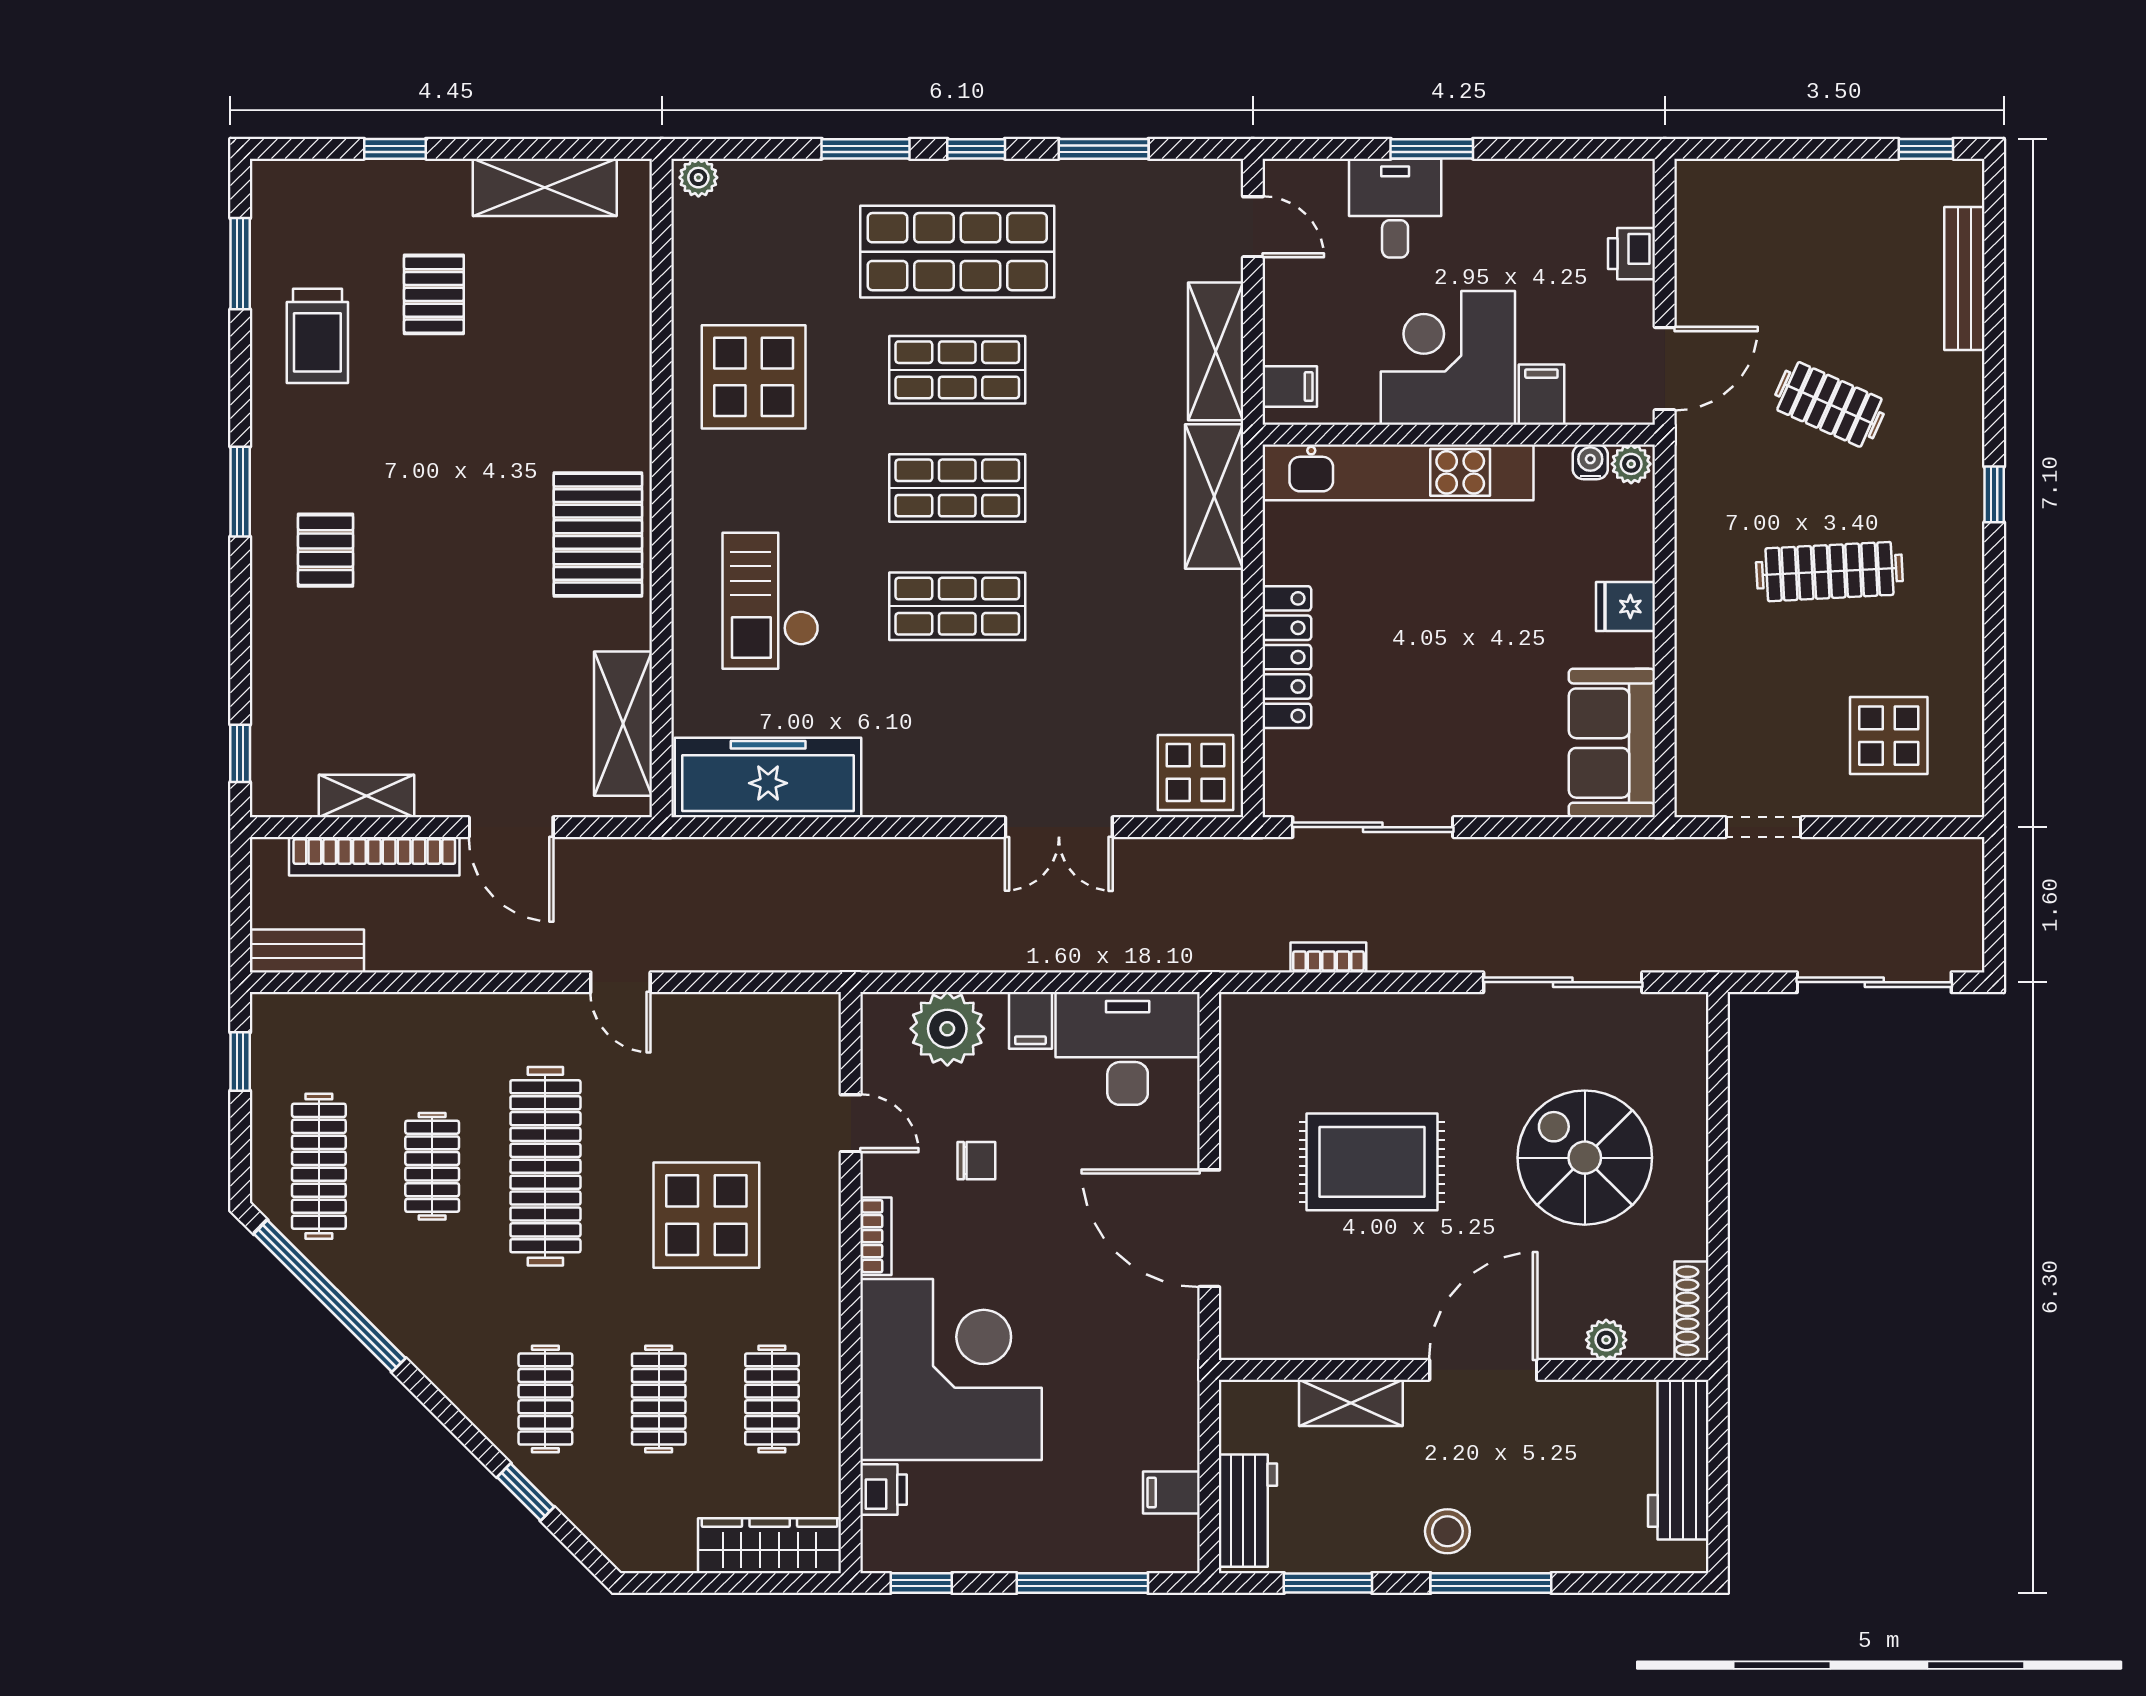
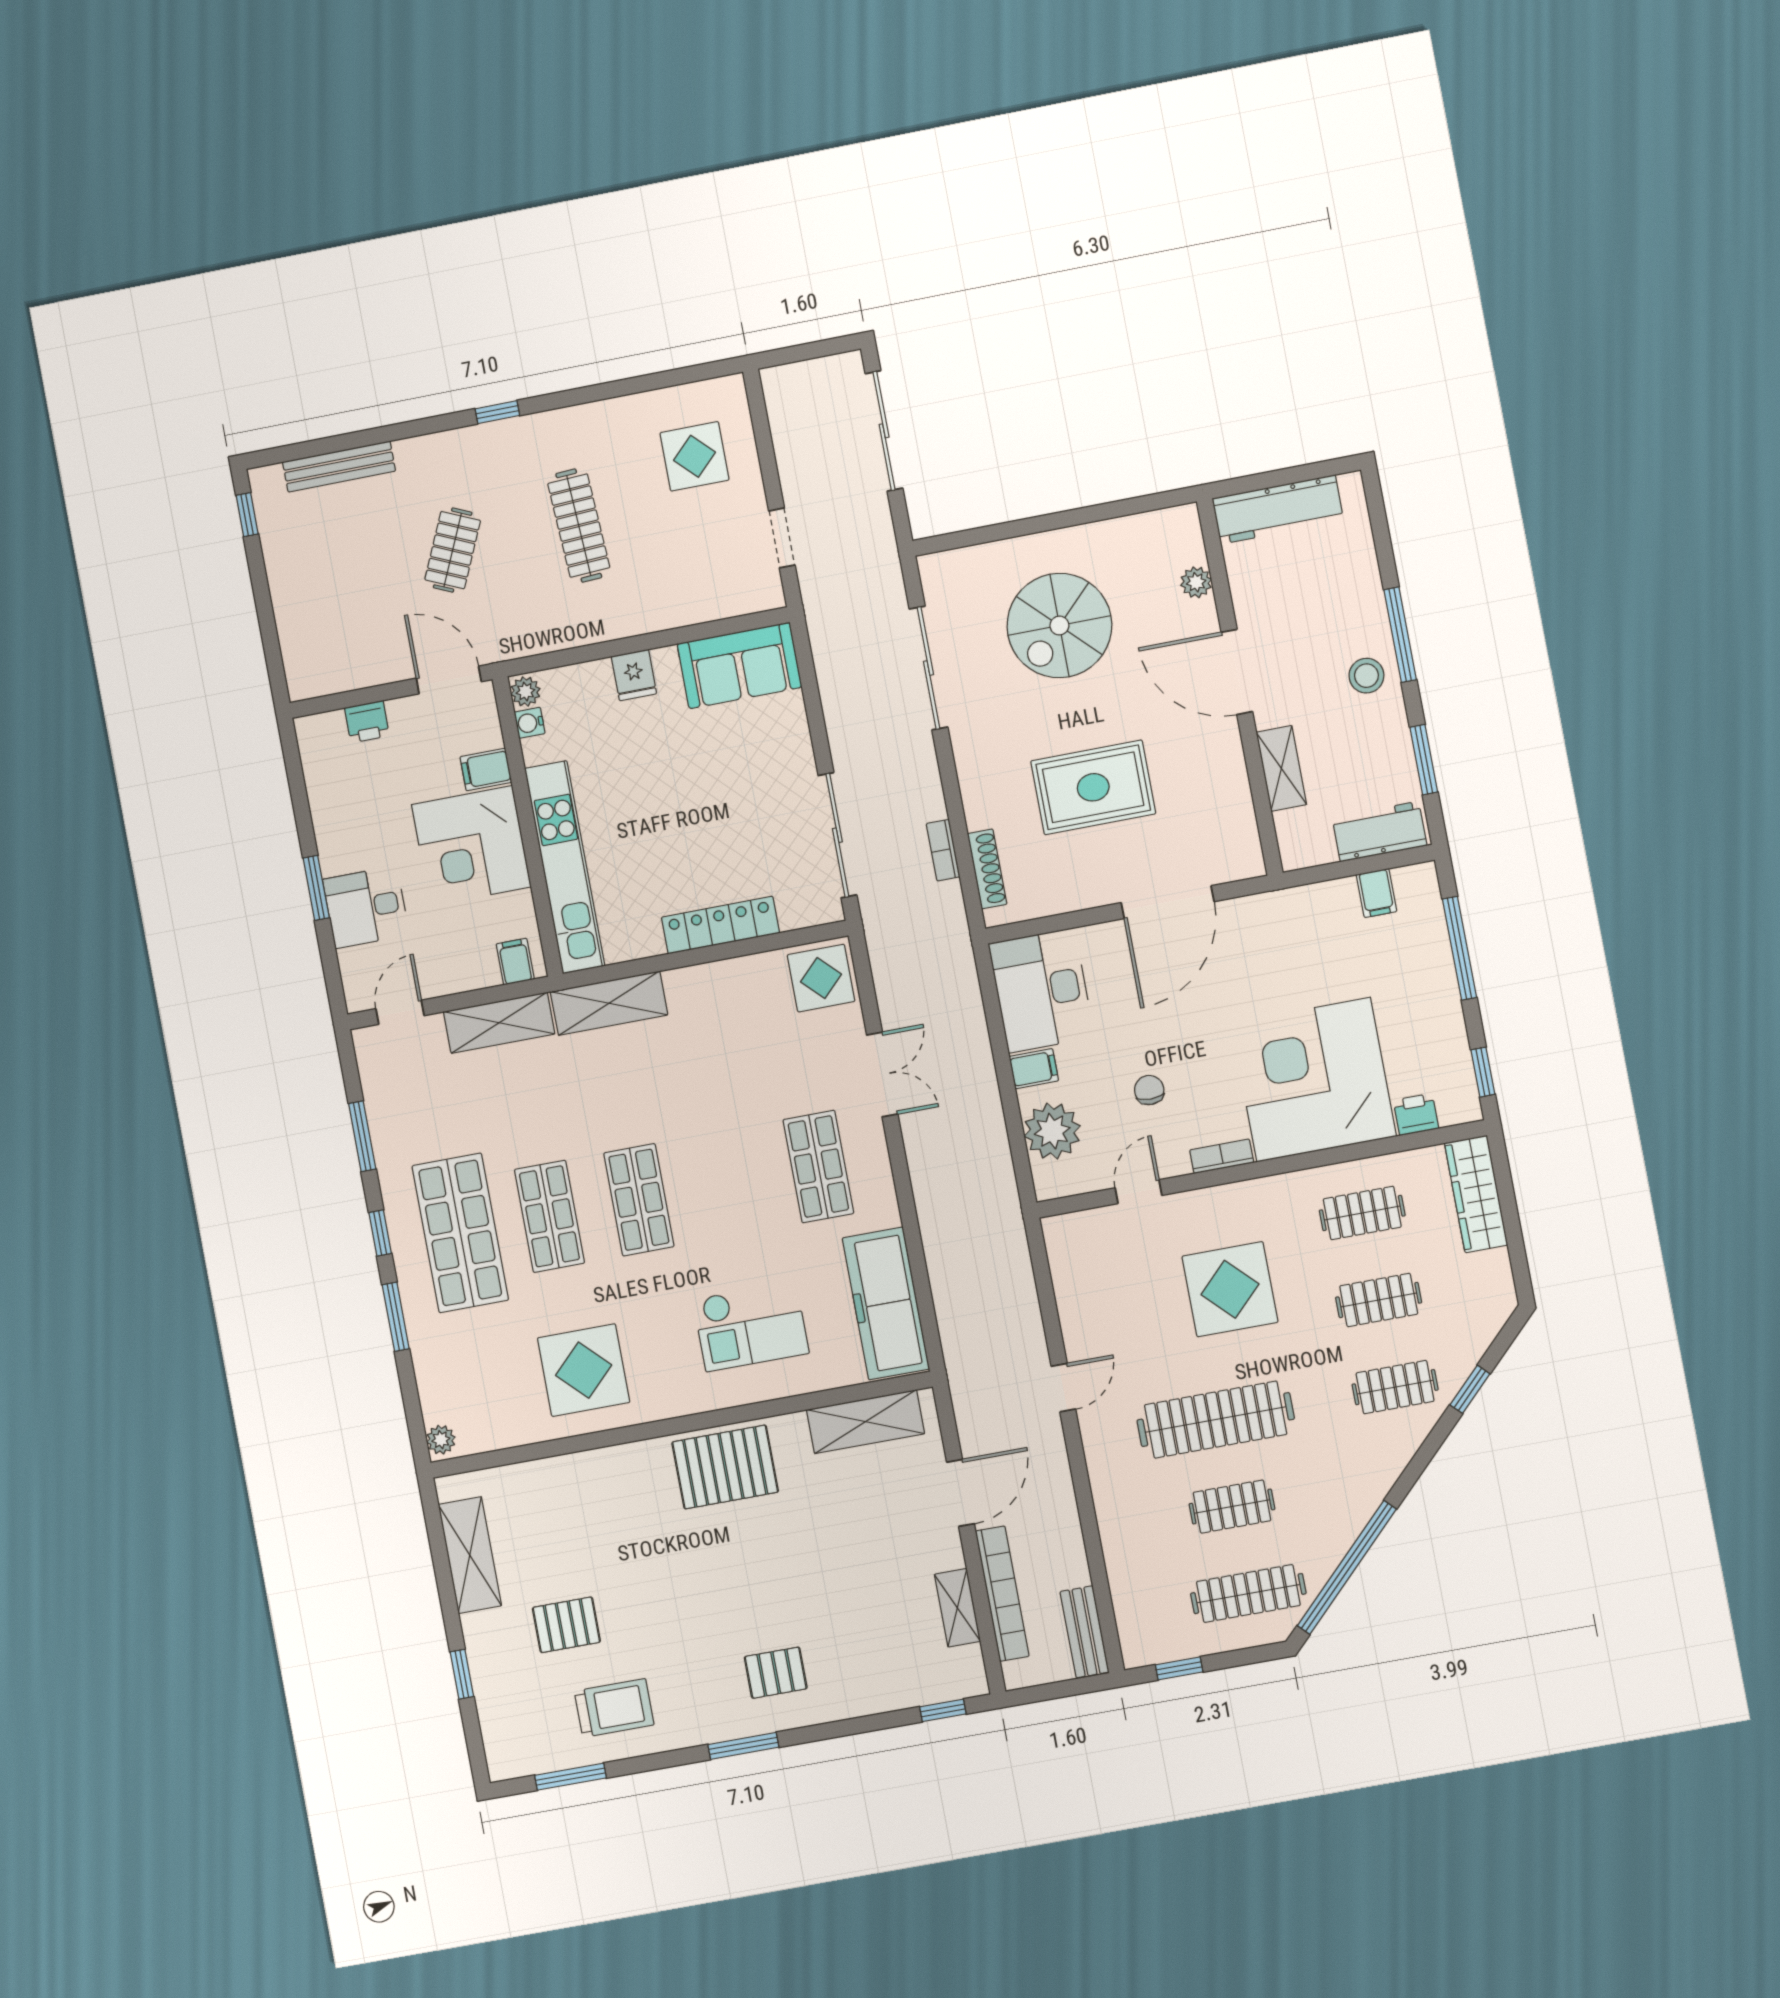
shop shelf: (957, 606) -> (818, 1167), moved
rug: (1372, 1162) -> (1093, 787), turned 90
shoe rack: (1691, 1311) -> (987, 869), moved, turned -90

